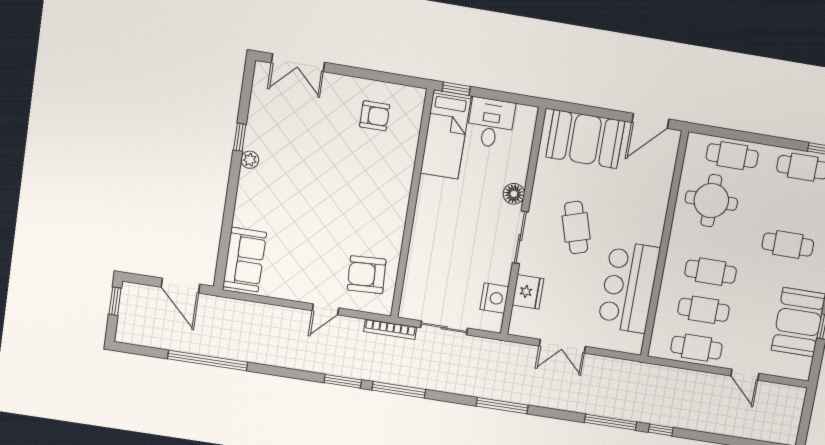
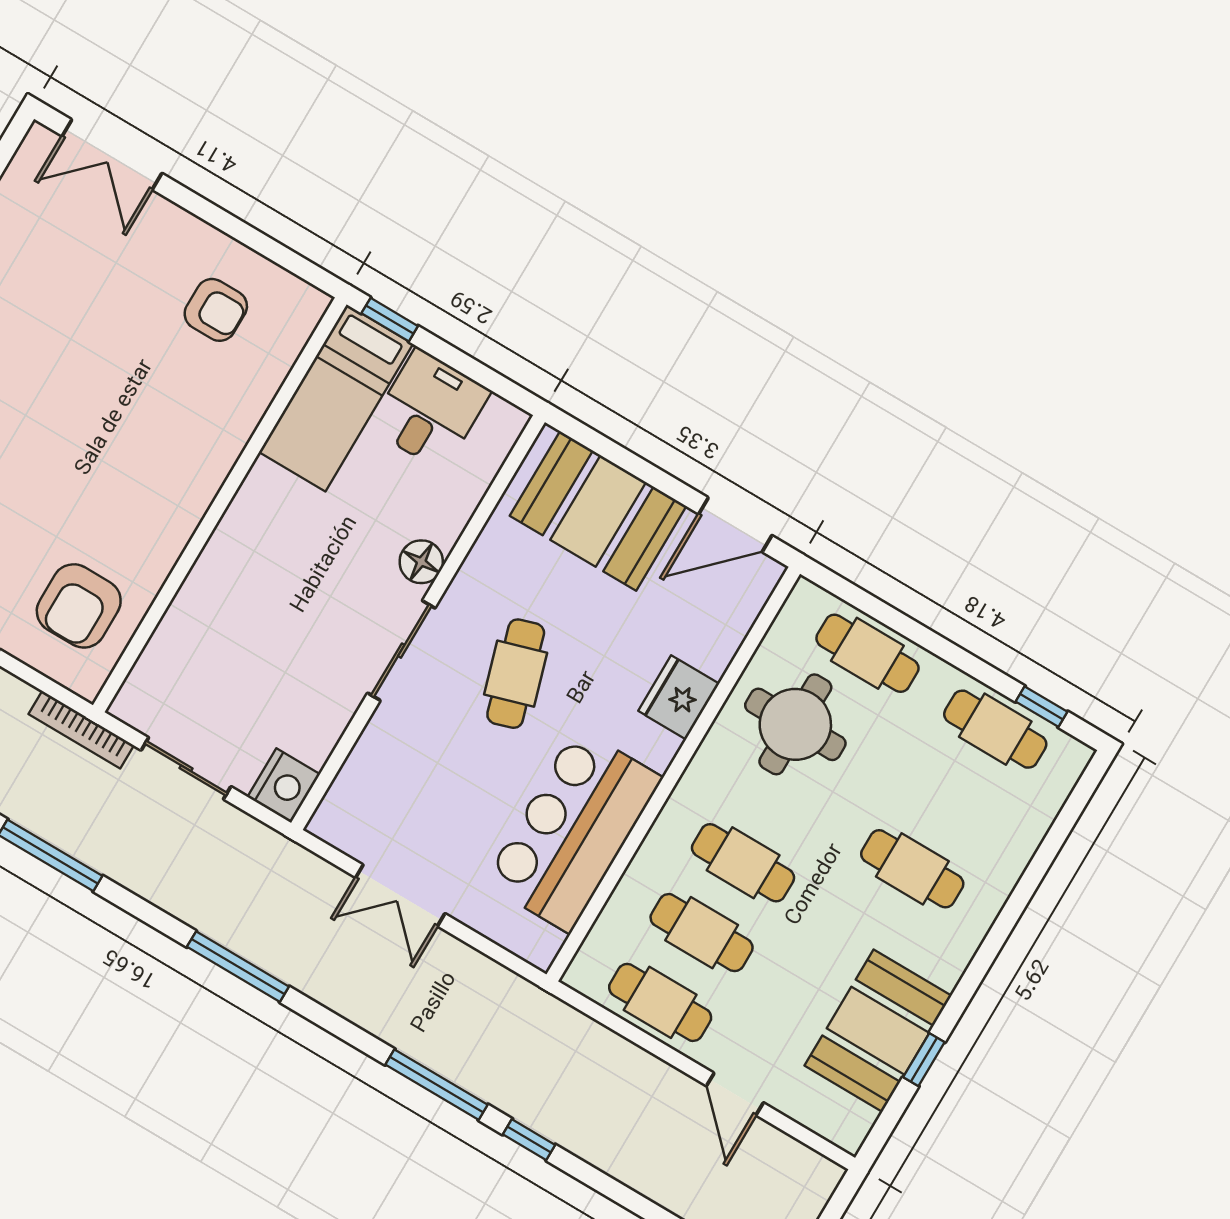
armchair: (367, 275) -> (79, 606), turned -87
fridge: (528, 292) -> (679, 697), moved, turned 180
nightstand: (494, 298) -> (284, 786), moved

